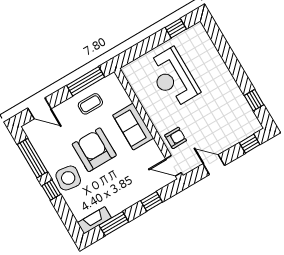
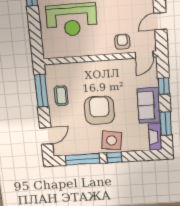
sofa: (133, 127) -> (149, 105), moved, turned 90
armchair: (94, 150) -> (99, 110), turned 90

